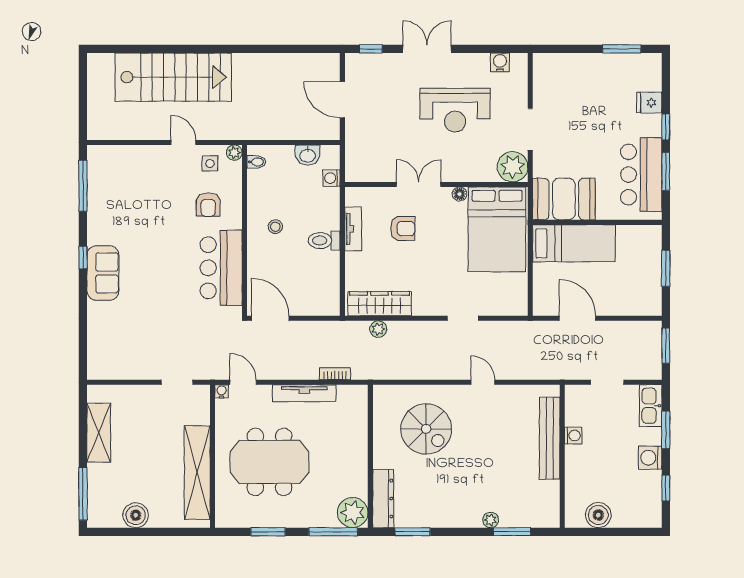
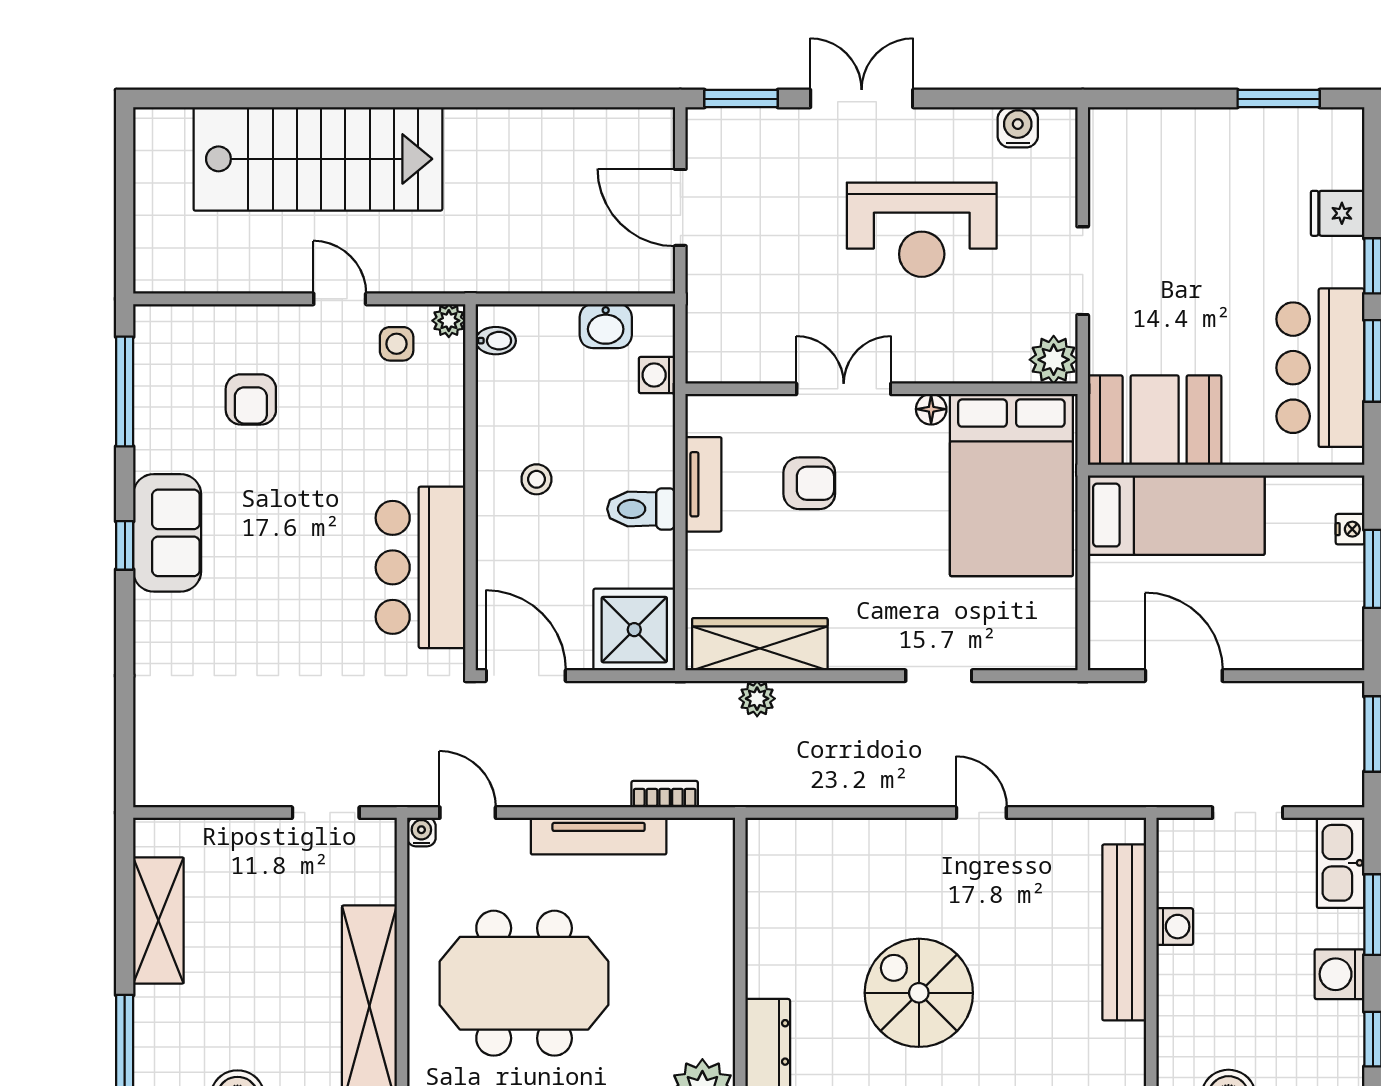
window: (371, 49) -> (741, 99), width x1.50
plant: (513, 167) -> (1054, 360), width x0.73, depth x0.73
armchair: (208, 205) -> (251, 399), moved
nightstand: (655, 250) -> (1350, 529), added
sofa: (103, 273) -> (167, 533), moved
shower: (321, 297) -> (634, 630), added
spiral stairs: (426, 429) -> (919, 993), moved, turned 180

